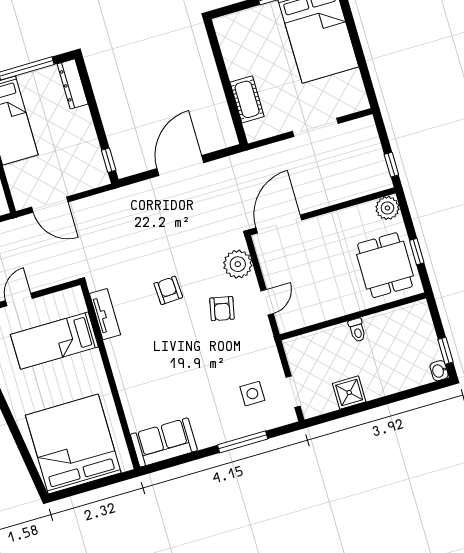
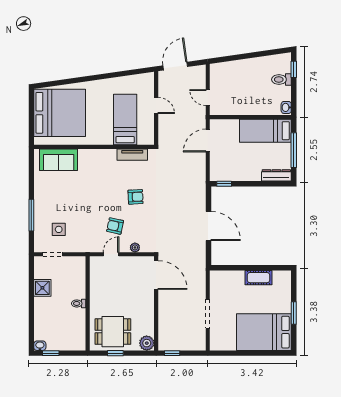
cot: (247, 99) -> (258, 278), moved
plant: (238, 264) -> (135, 247), width x0.53, depth x0.53
door: (267, 302) -> (111, 254), swing flipped
sofa: (164, 442) -> (59, 160), moved, turned 90

